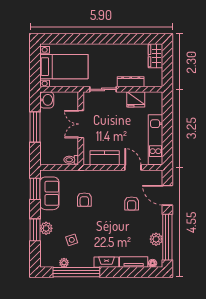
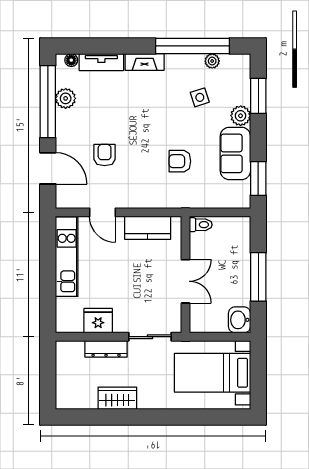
wardrobe: (156, 56) -> (117, 398), moved, turned -90
sofa: (49, 193) -> (235, 153), moved
armchair: (84, 200) -> (180, 161), turned -90
window: (35, 230) -> (258, 96), moved

